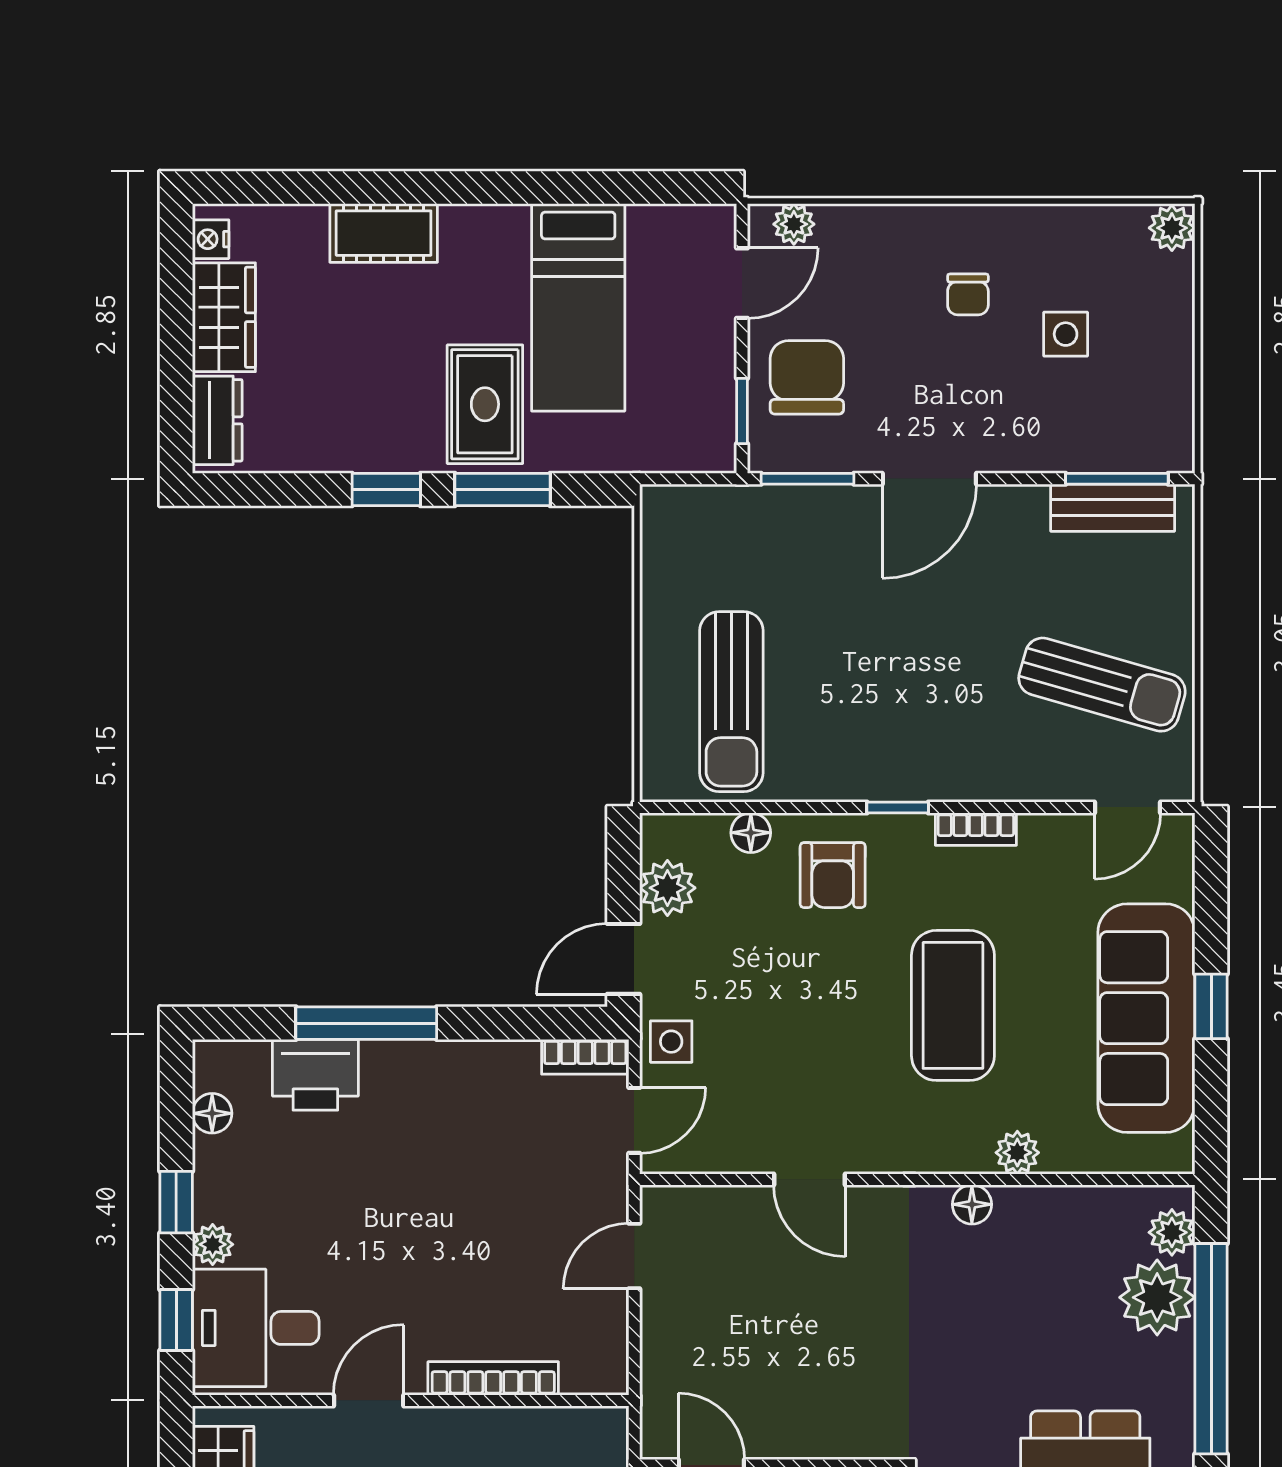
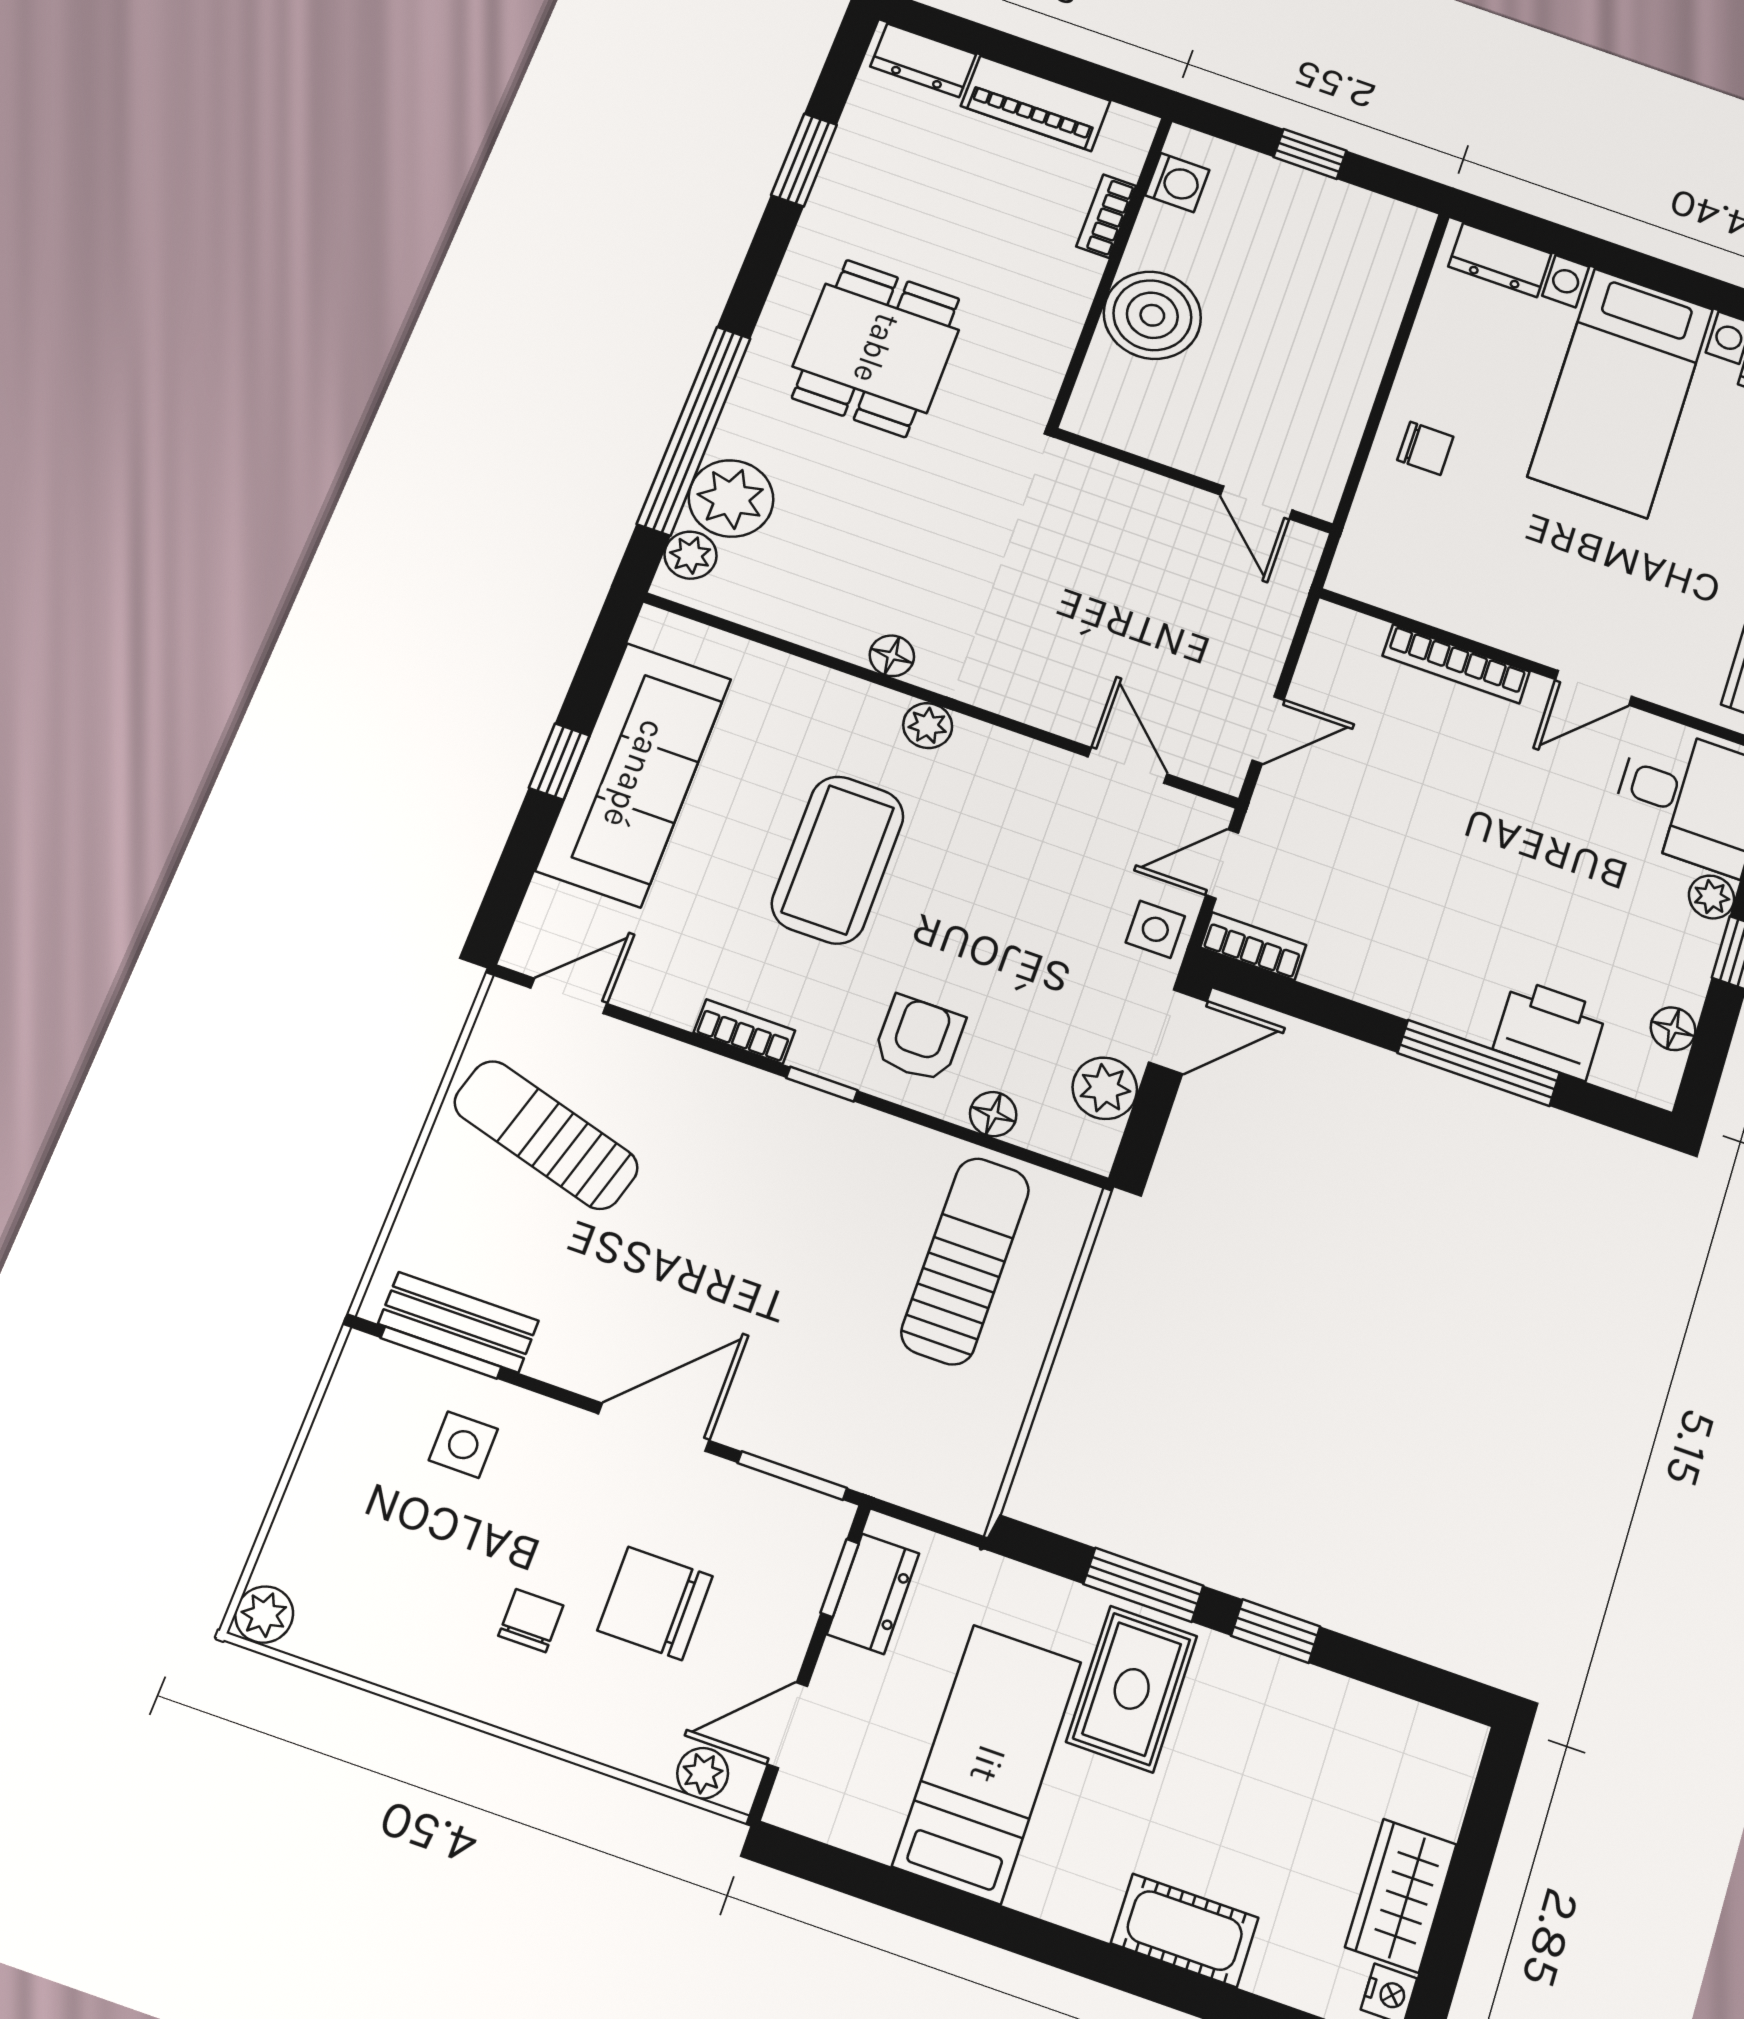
side table: (1066, 334) -> (463, 1445), moved
chair: (807, 377) -> (655, 1603), moved, turned 90
dresser: (217, 420) -> (873, 1594), moved, turned 180
plant: (1017, 1153) -> (928, 726), moved
door: (809, 1179) -> (1128, 765), moved

